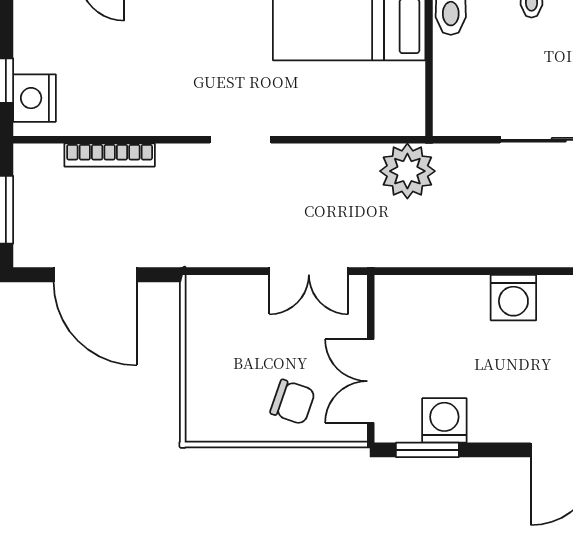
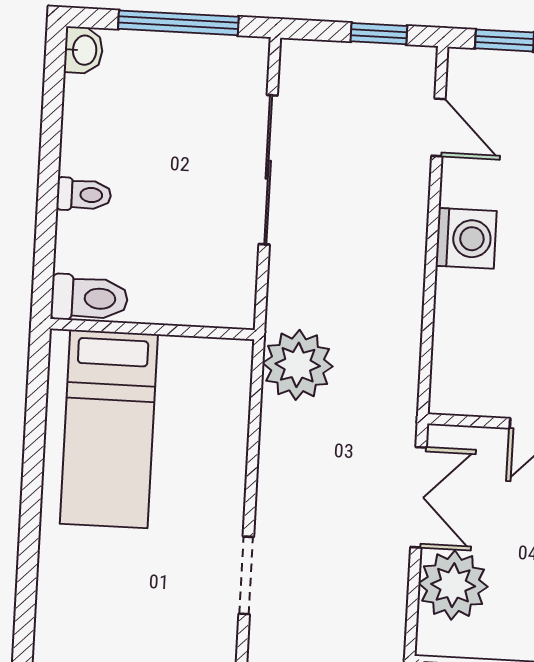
plant: (242, 302) -> (453, 585), added

